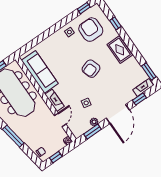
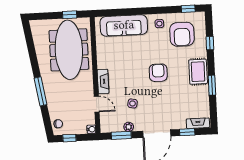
armchair: (91, 30) -> (182, 34), turned 180
armchair: (91, 69) -> (158, 73), turned 108
window: (149, 71) -> (212, 85), moved
sofa: (40, 72) -> (124, 25), moved, turned 90
door: (60, 120) -> (97, 104), hinge flipped

